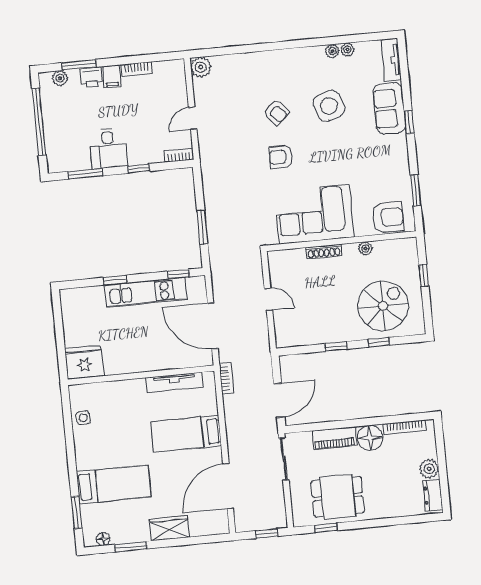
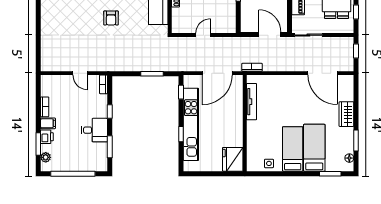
plant: (201, 67) -> (47, 65), removed
armchair: (276, 112) -> (81, 18), removed
kitchen unit: (146, 292) -> (191, 124), width x1.36
bed: (186, 434) -> (293, 149), moved, turned 180

